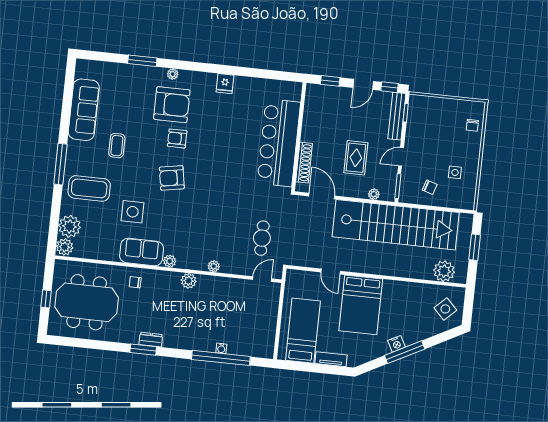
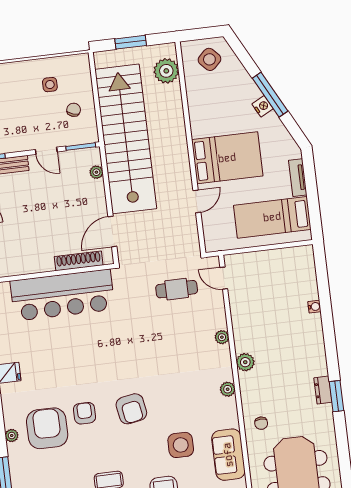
armchair: (177, 138) -> (85, 413), turned 180
rug: (356, 158) -> (59, 202), removed
sofa: (142, 252) -> (228, 455), moved
window: (221, 358) -> (325, 305), removed

